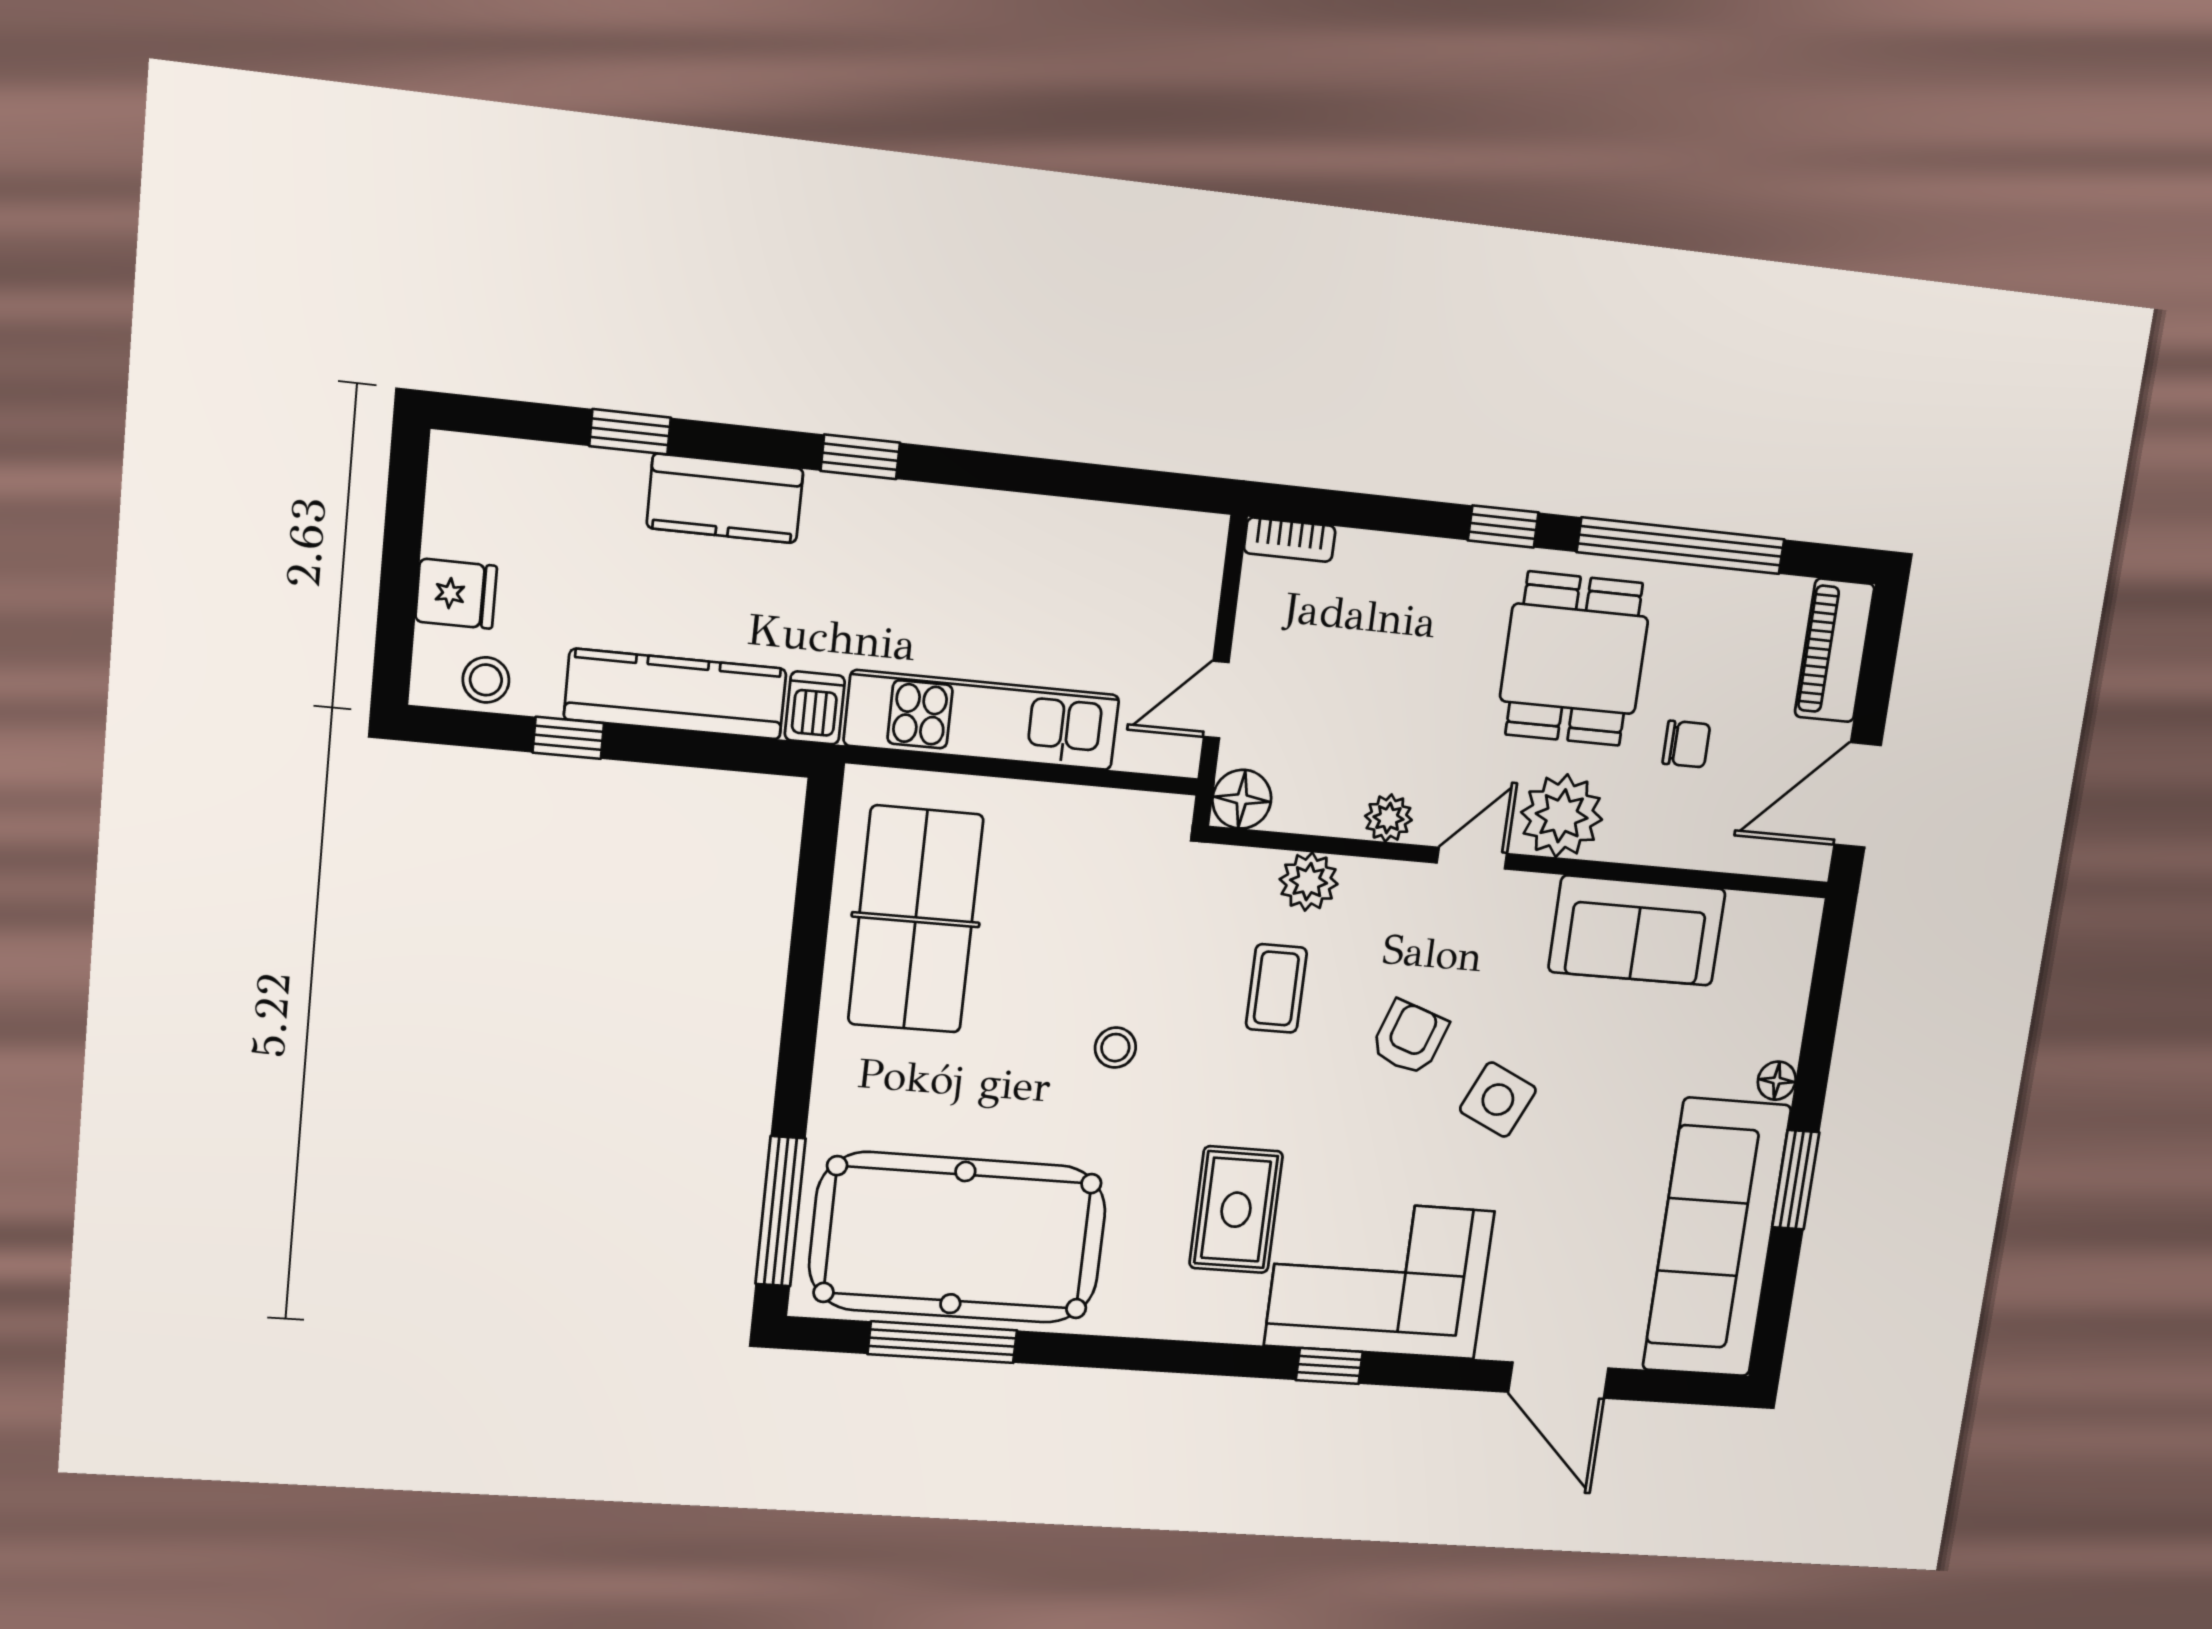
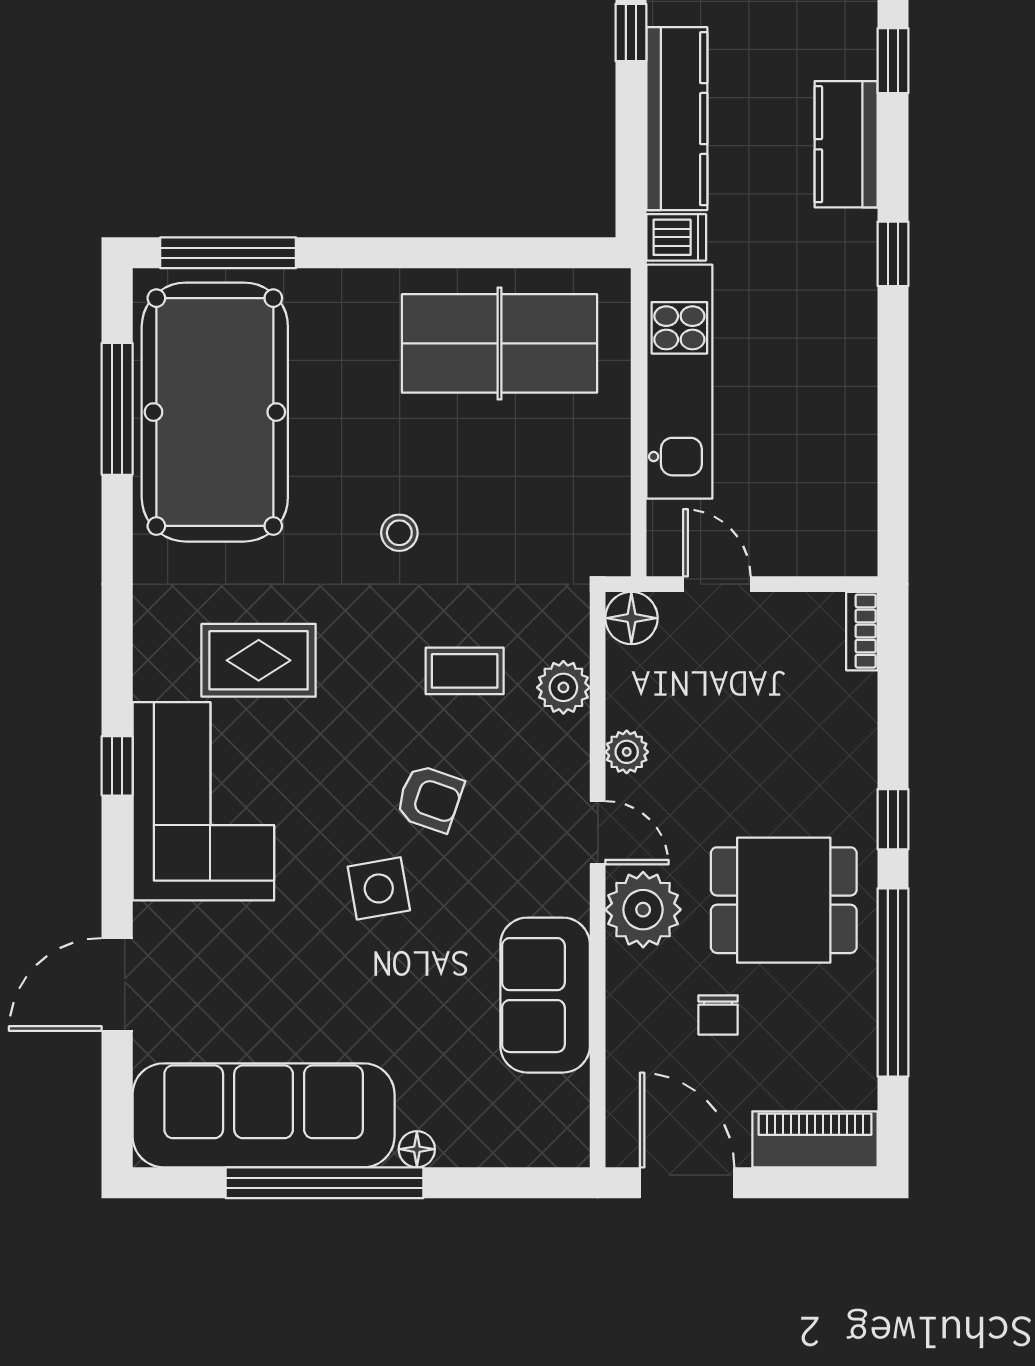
side table: (1498, 1100) -> (379, 888), turned -35
window: (1796, 1180) -> (324, 1183), width x2.11

